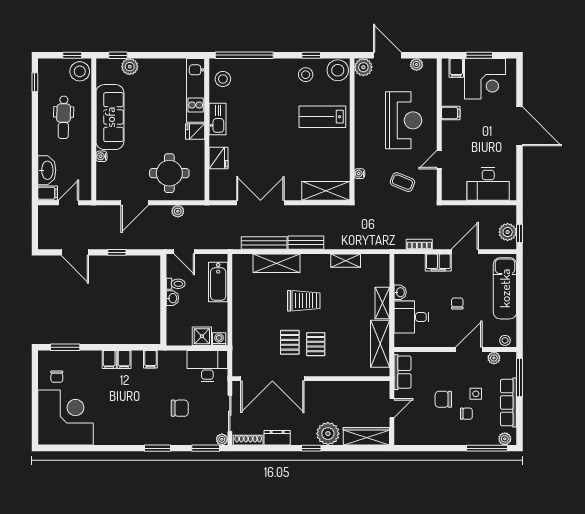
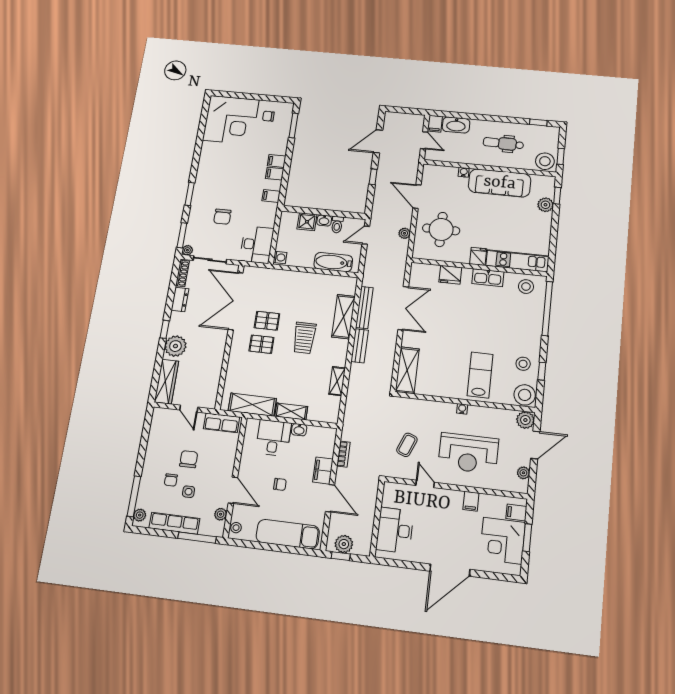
water cooler: (359, 174) -> (462, 409), moved
shower: (202, 336) -> (307, 222), moved

